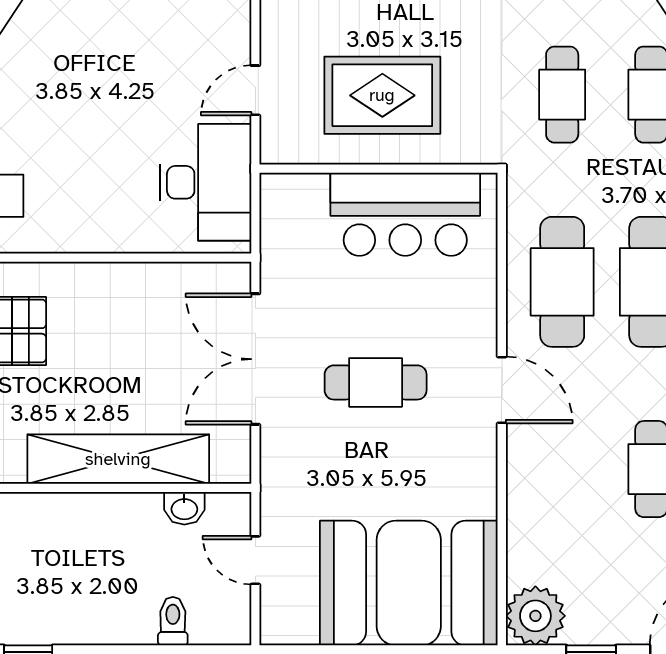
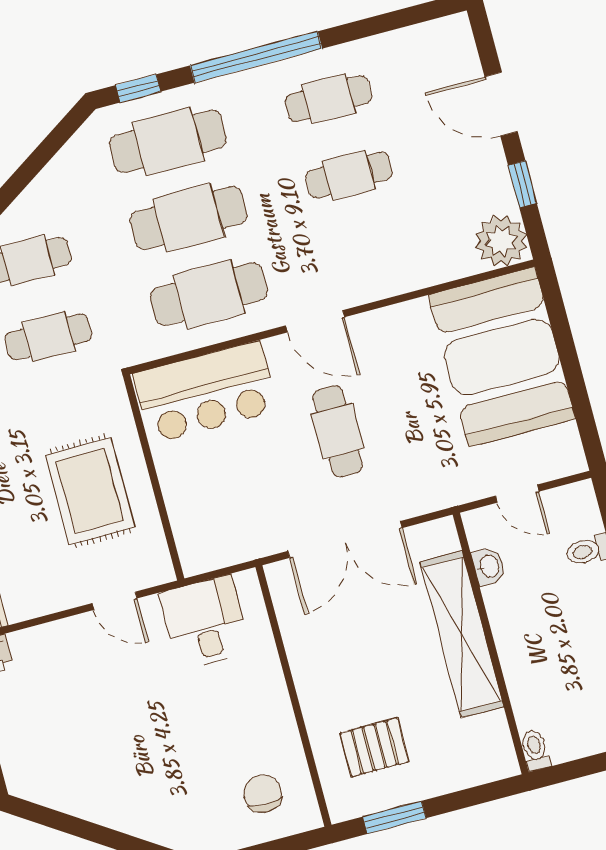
desk: (205, 182) -> (205, 623), width x0.73
bar counter: (405, 214) -> (206, 392), moved, turned 90
door: (502, 390) -> (315, 321), swing flipped
door: (255, 560) -> (517, 494), hinge flipped

